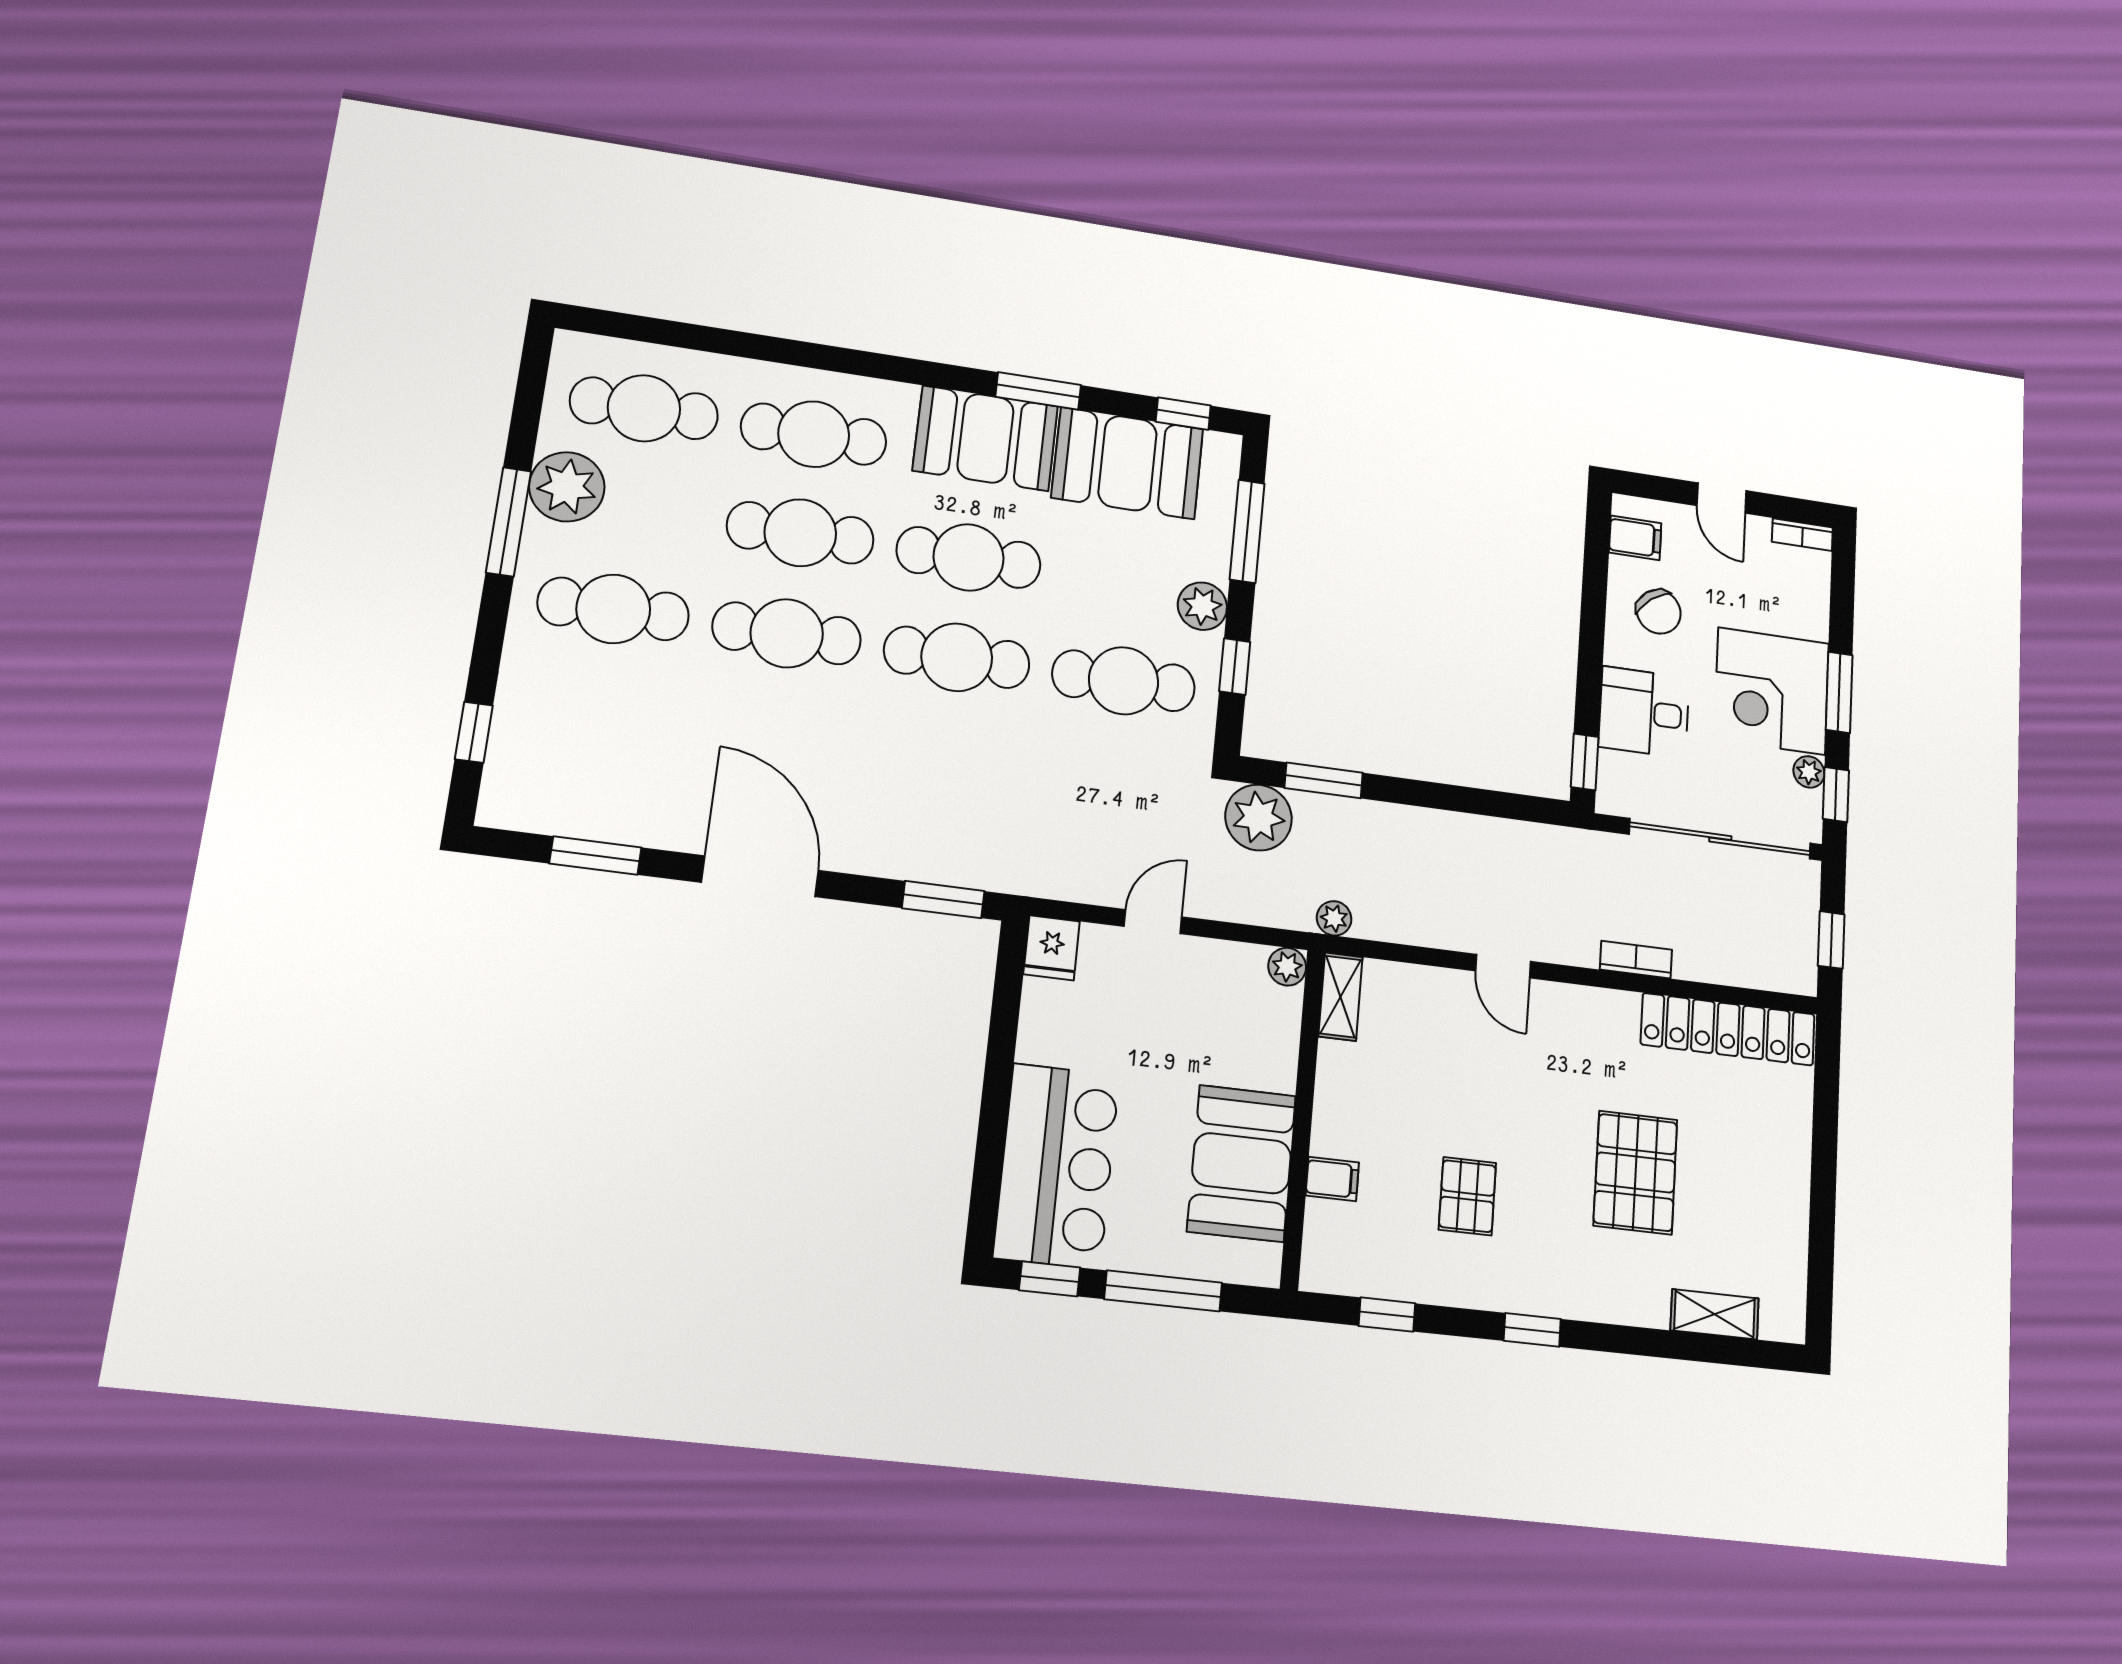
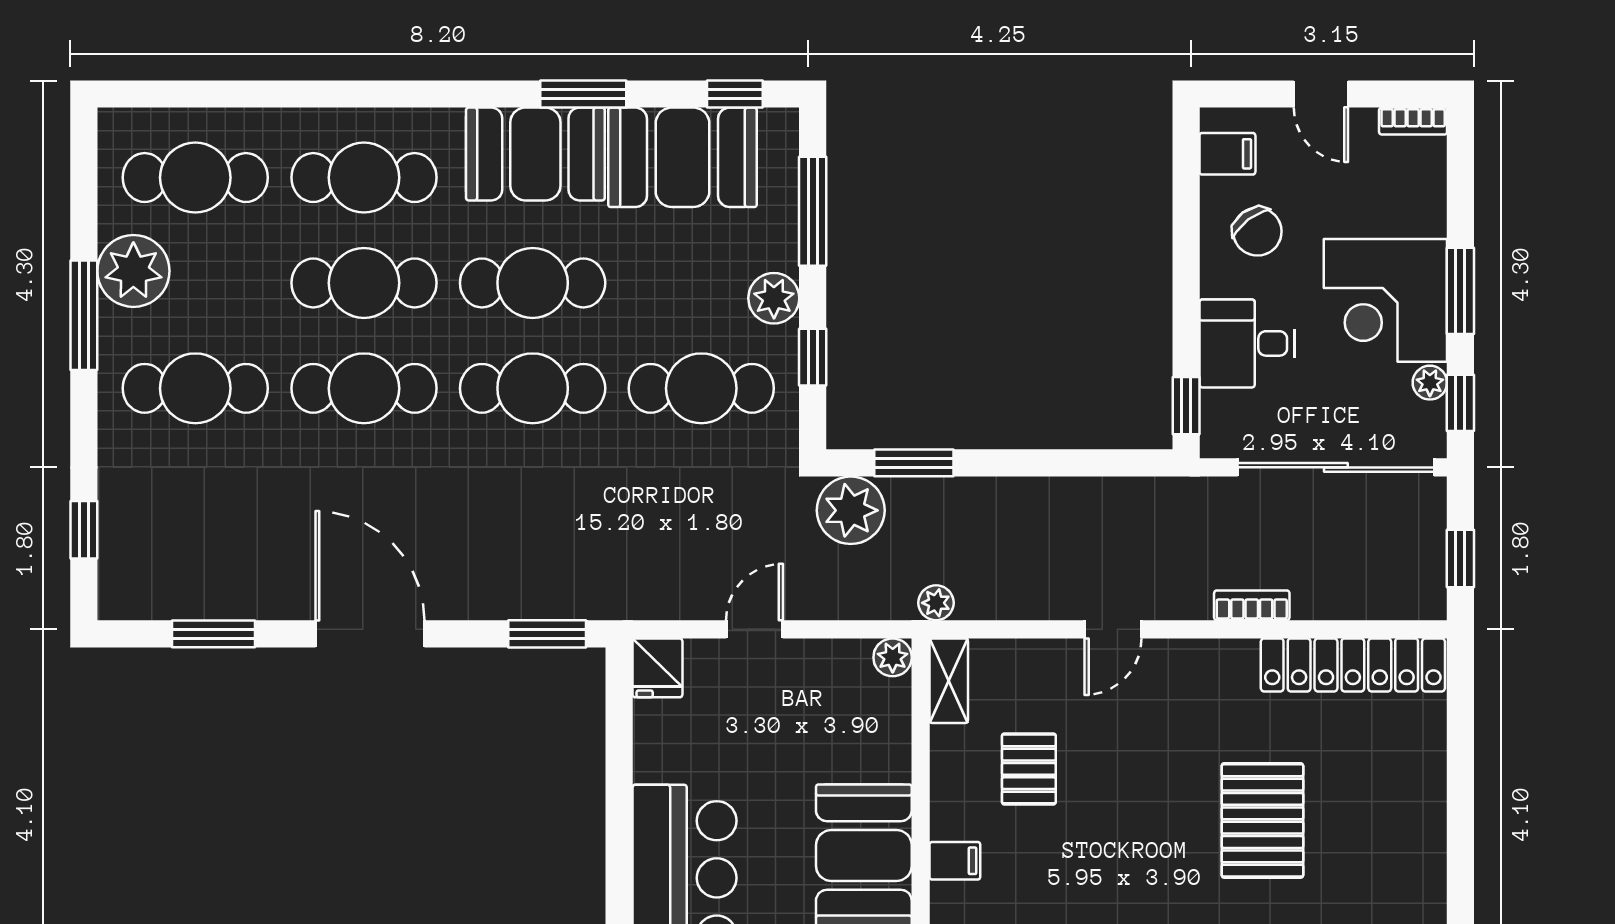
door: (1503, 966) -> (1113, 629), hinge flipped
pallet: (1467, 1196) -> (1029, 769), moved

